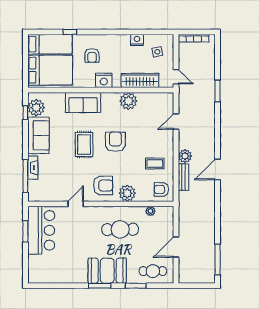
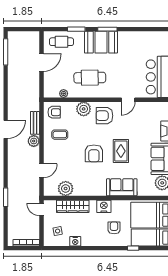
plant: (128, 101) -> (66, 189), moved

